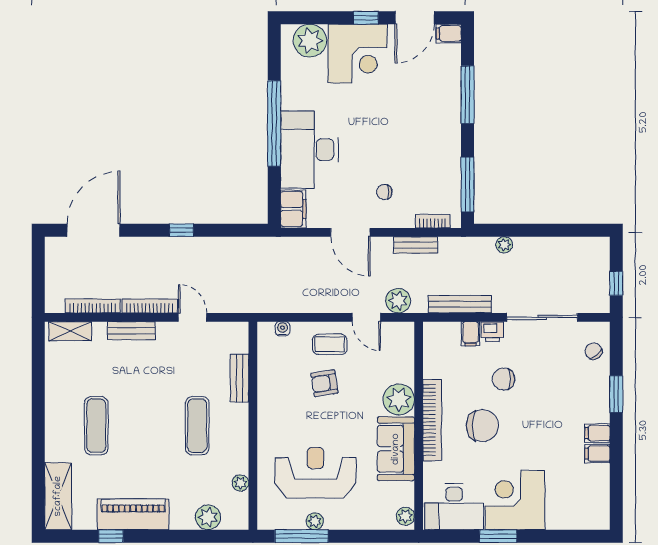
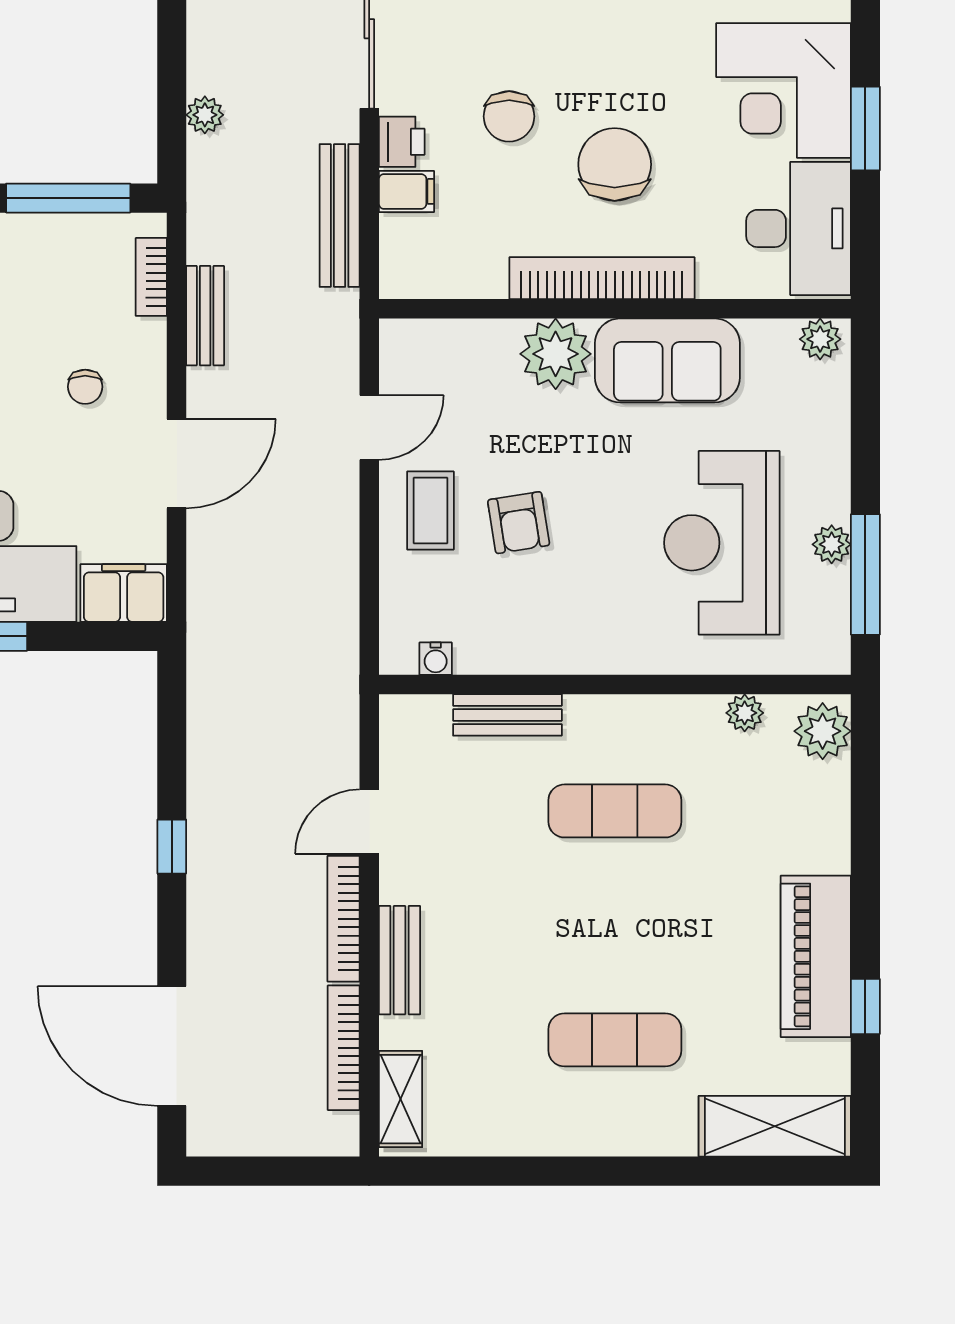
plant: (398, 301) -> (332, 355), removed
water cooler: (283, 329) -> (436, 659), moved, turned -90
plant: (208, 517) -> (823, 731), moved

